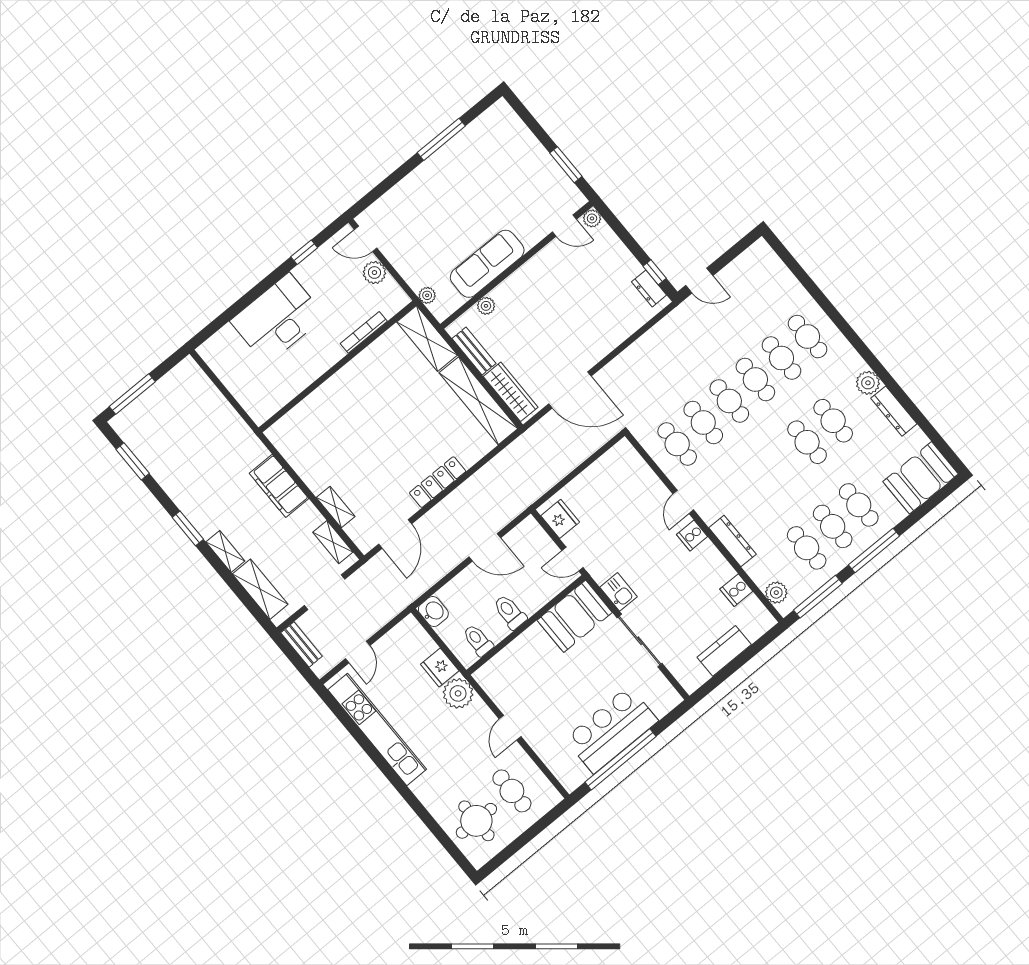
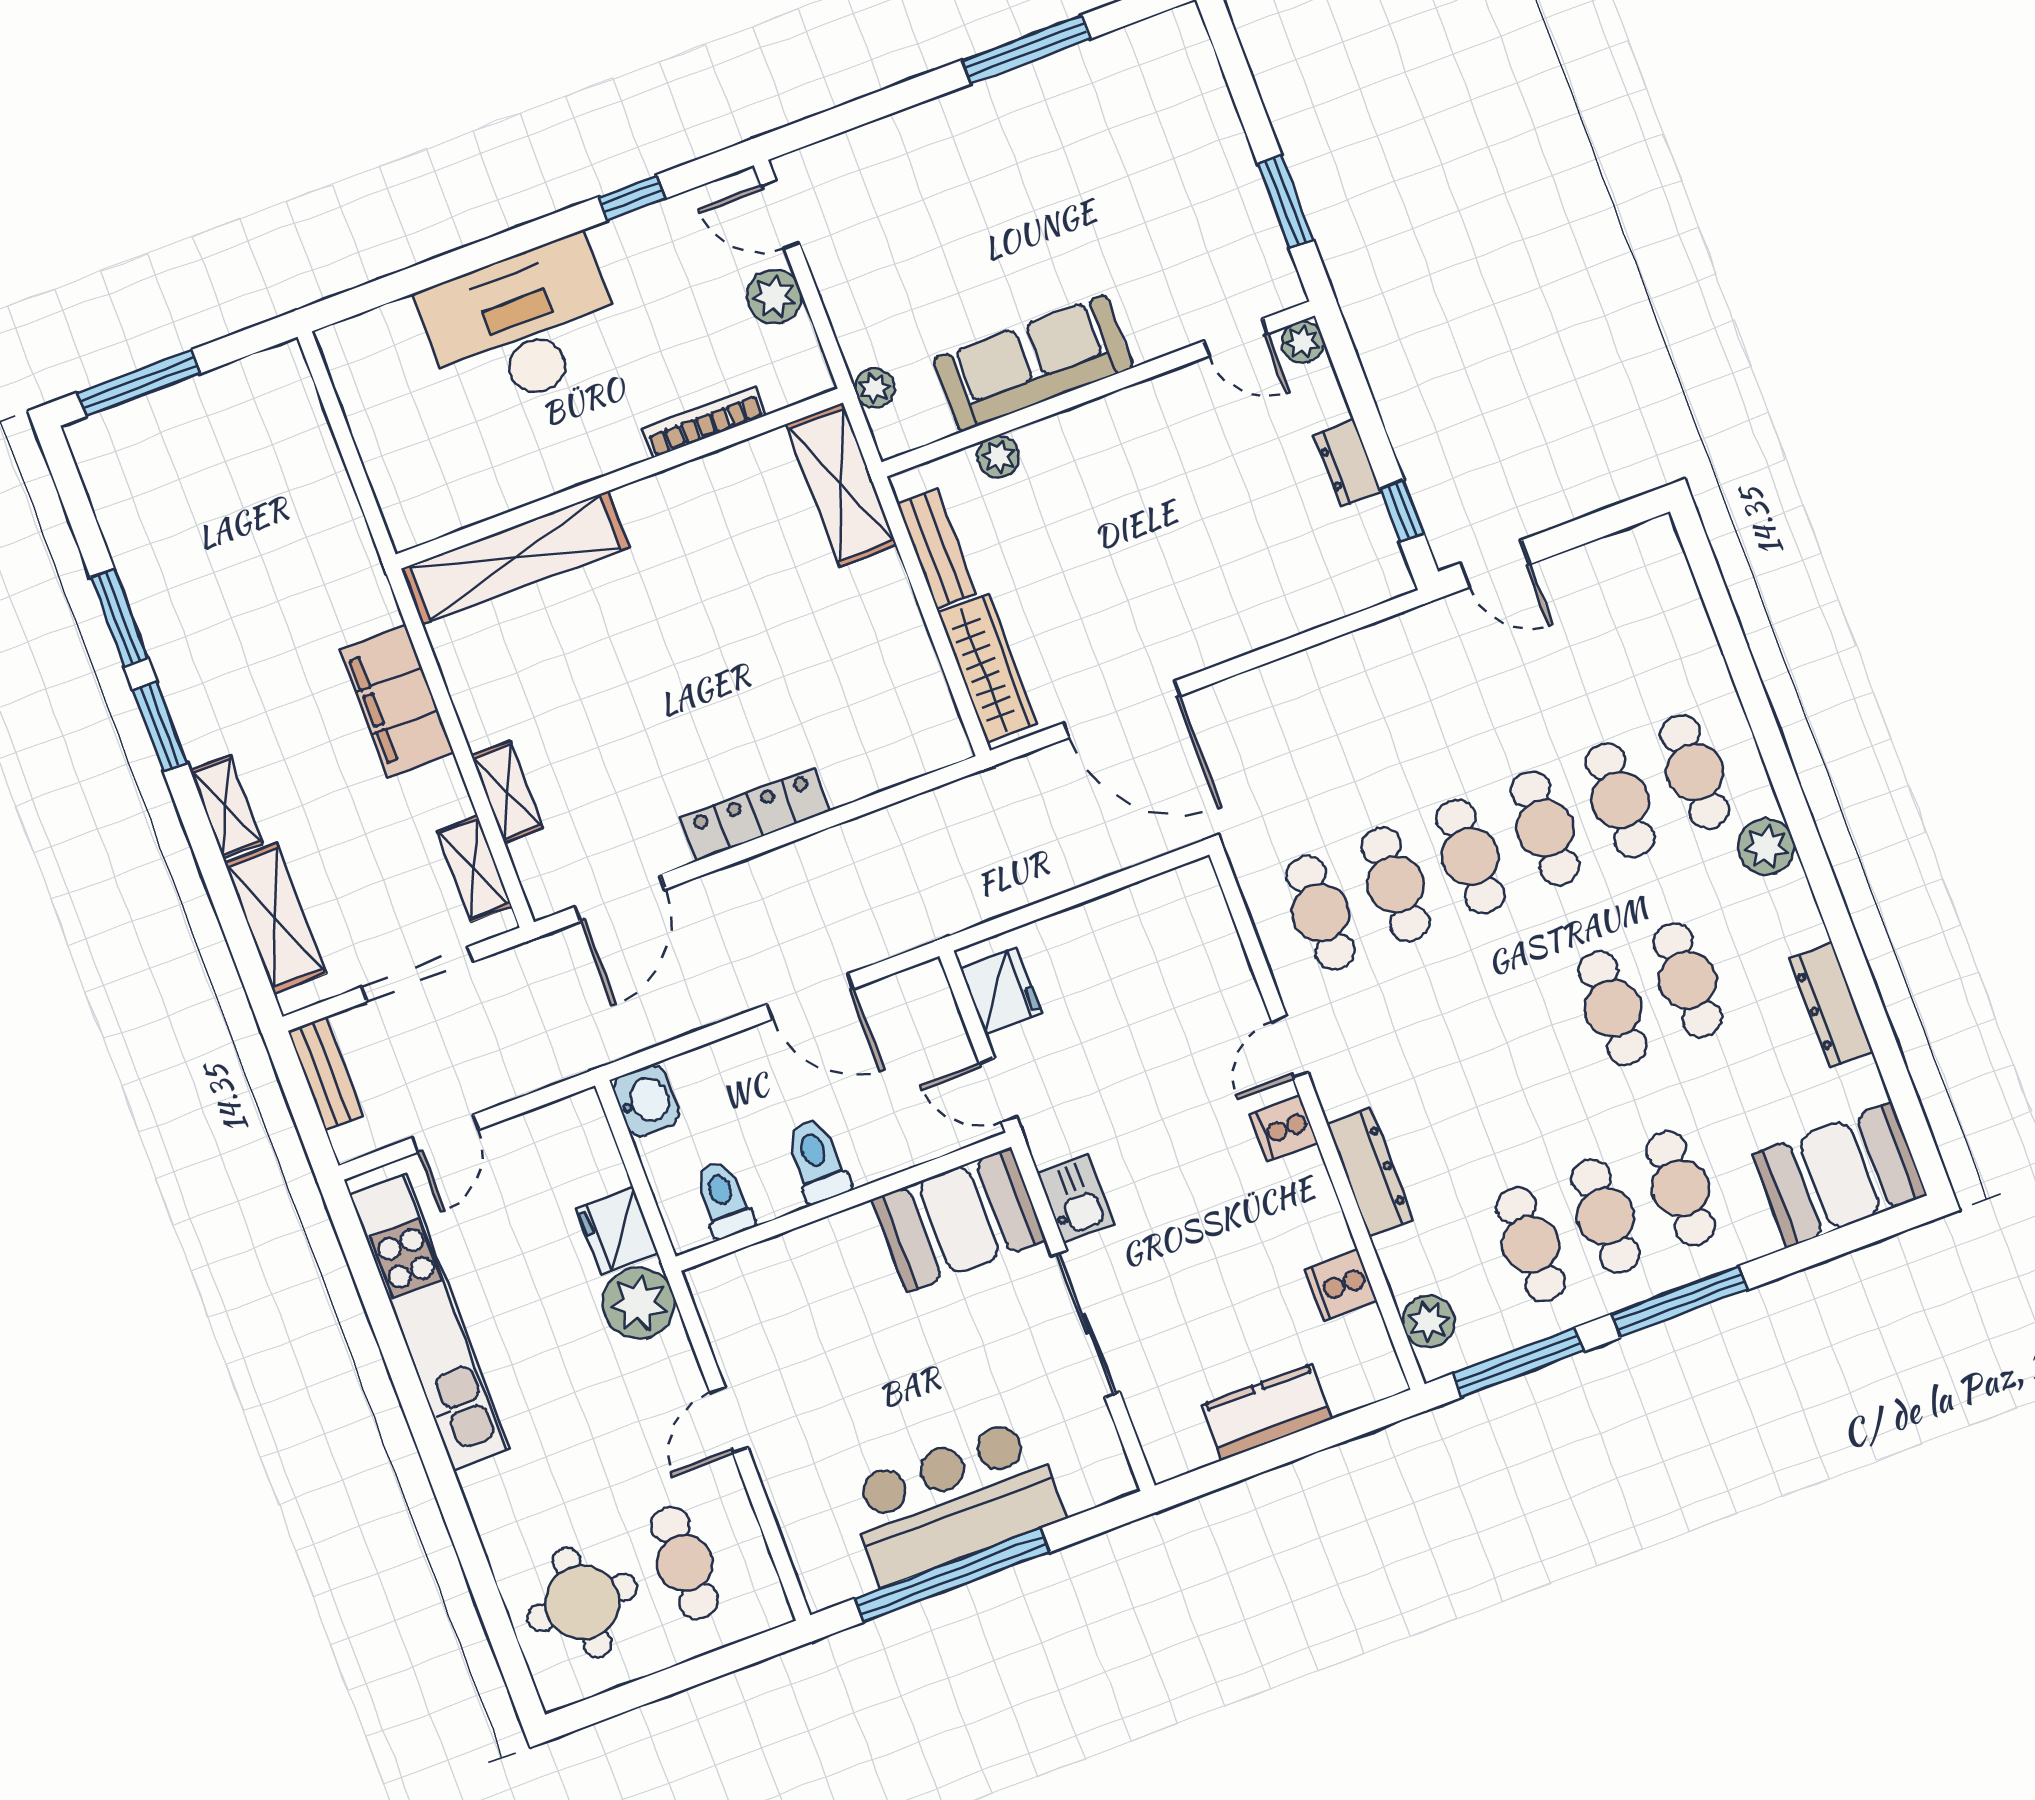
dresser: (649, 288) -> (1347, 463), moved
plant: (868, 383) -> (1766, 847), moved
shelving: (478, 401) -> (515, 558), moved, turned 90
window: (133, 461) -> (119, 618), moved

